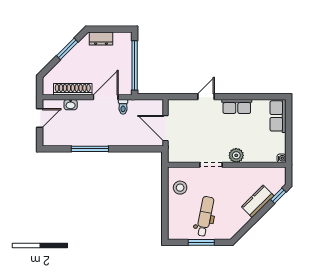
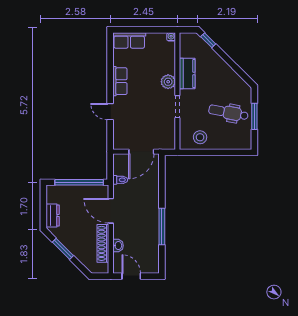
toilet: (123, 107) -> (120, 180), moved
kitchen counter: (258, 201) -> (187, 74), moved, turned -135

